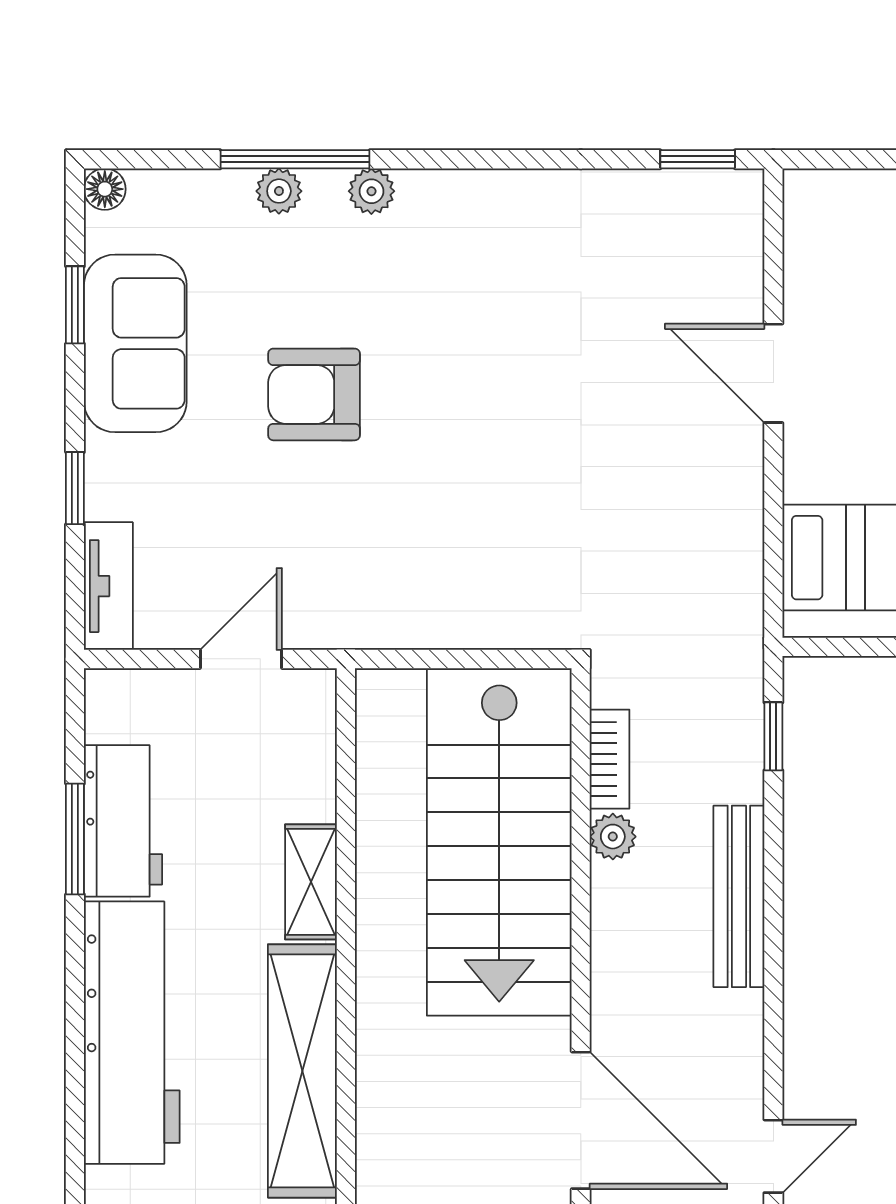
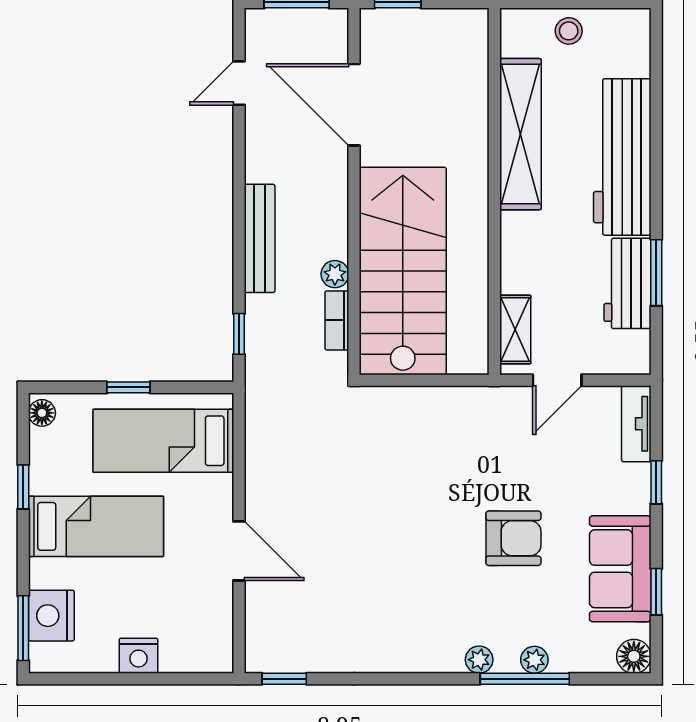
floor lamp: (105, 189) -> (634, 656), width x1.37, depth x1.37
shelving: (311, 882) -> (515, 330), moved

